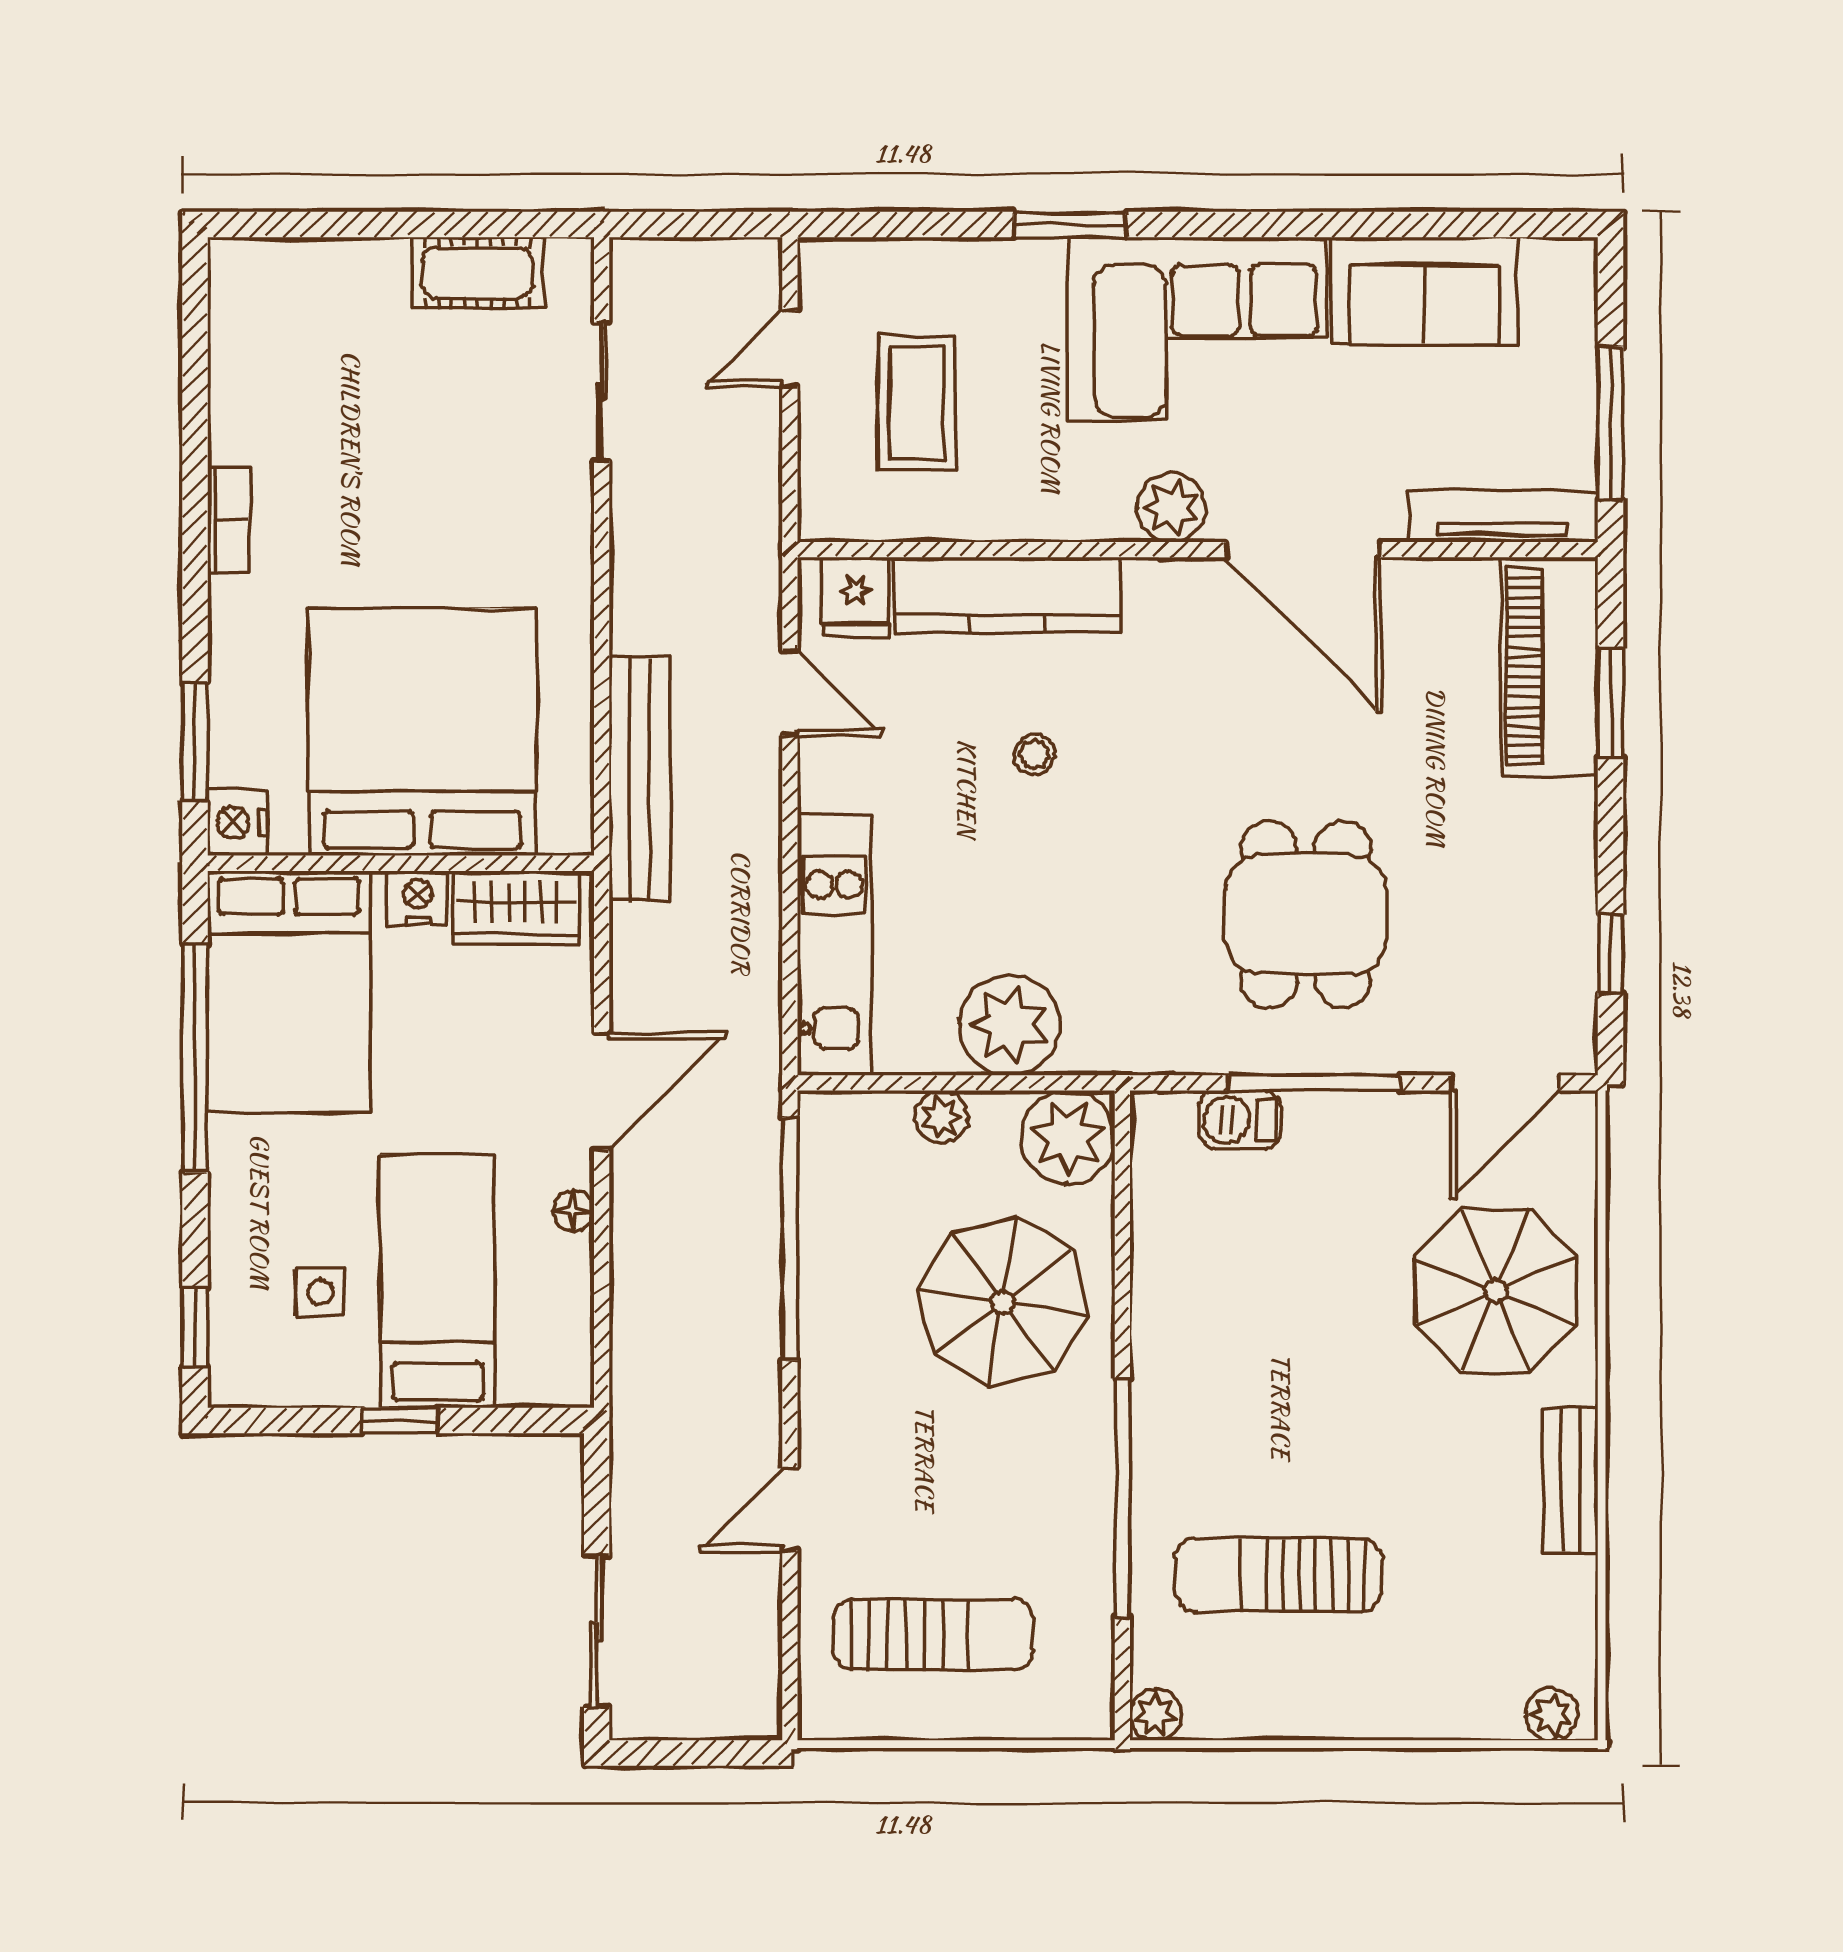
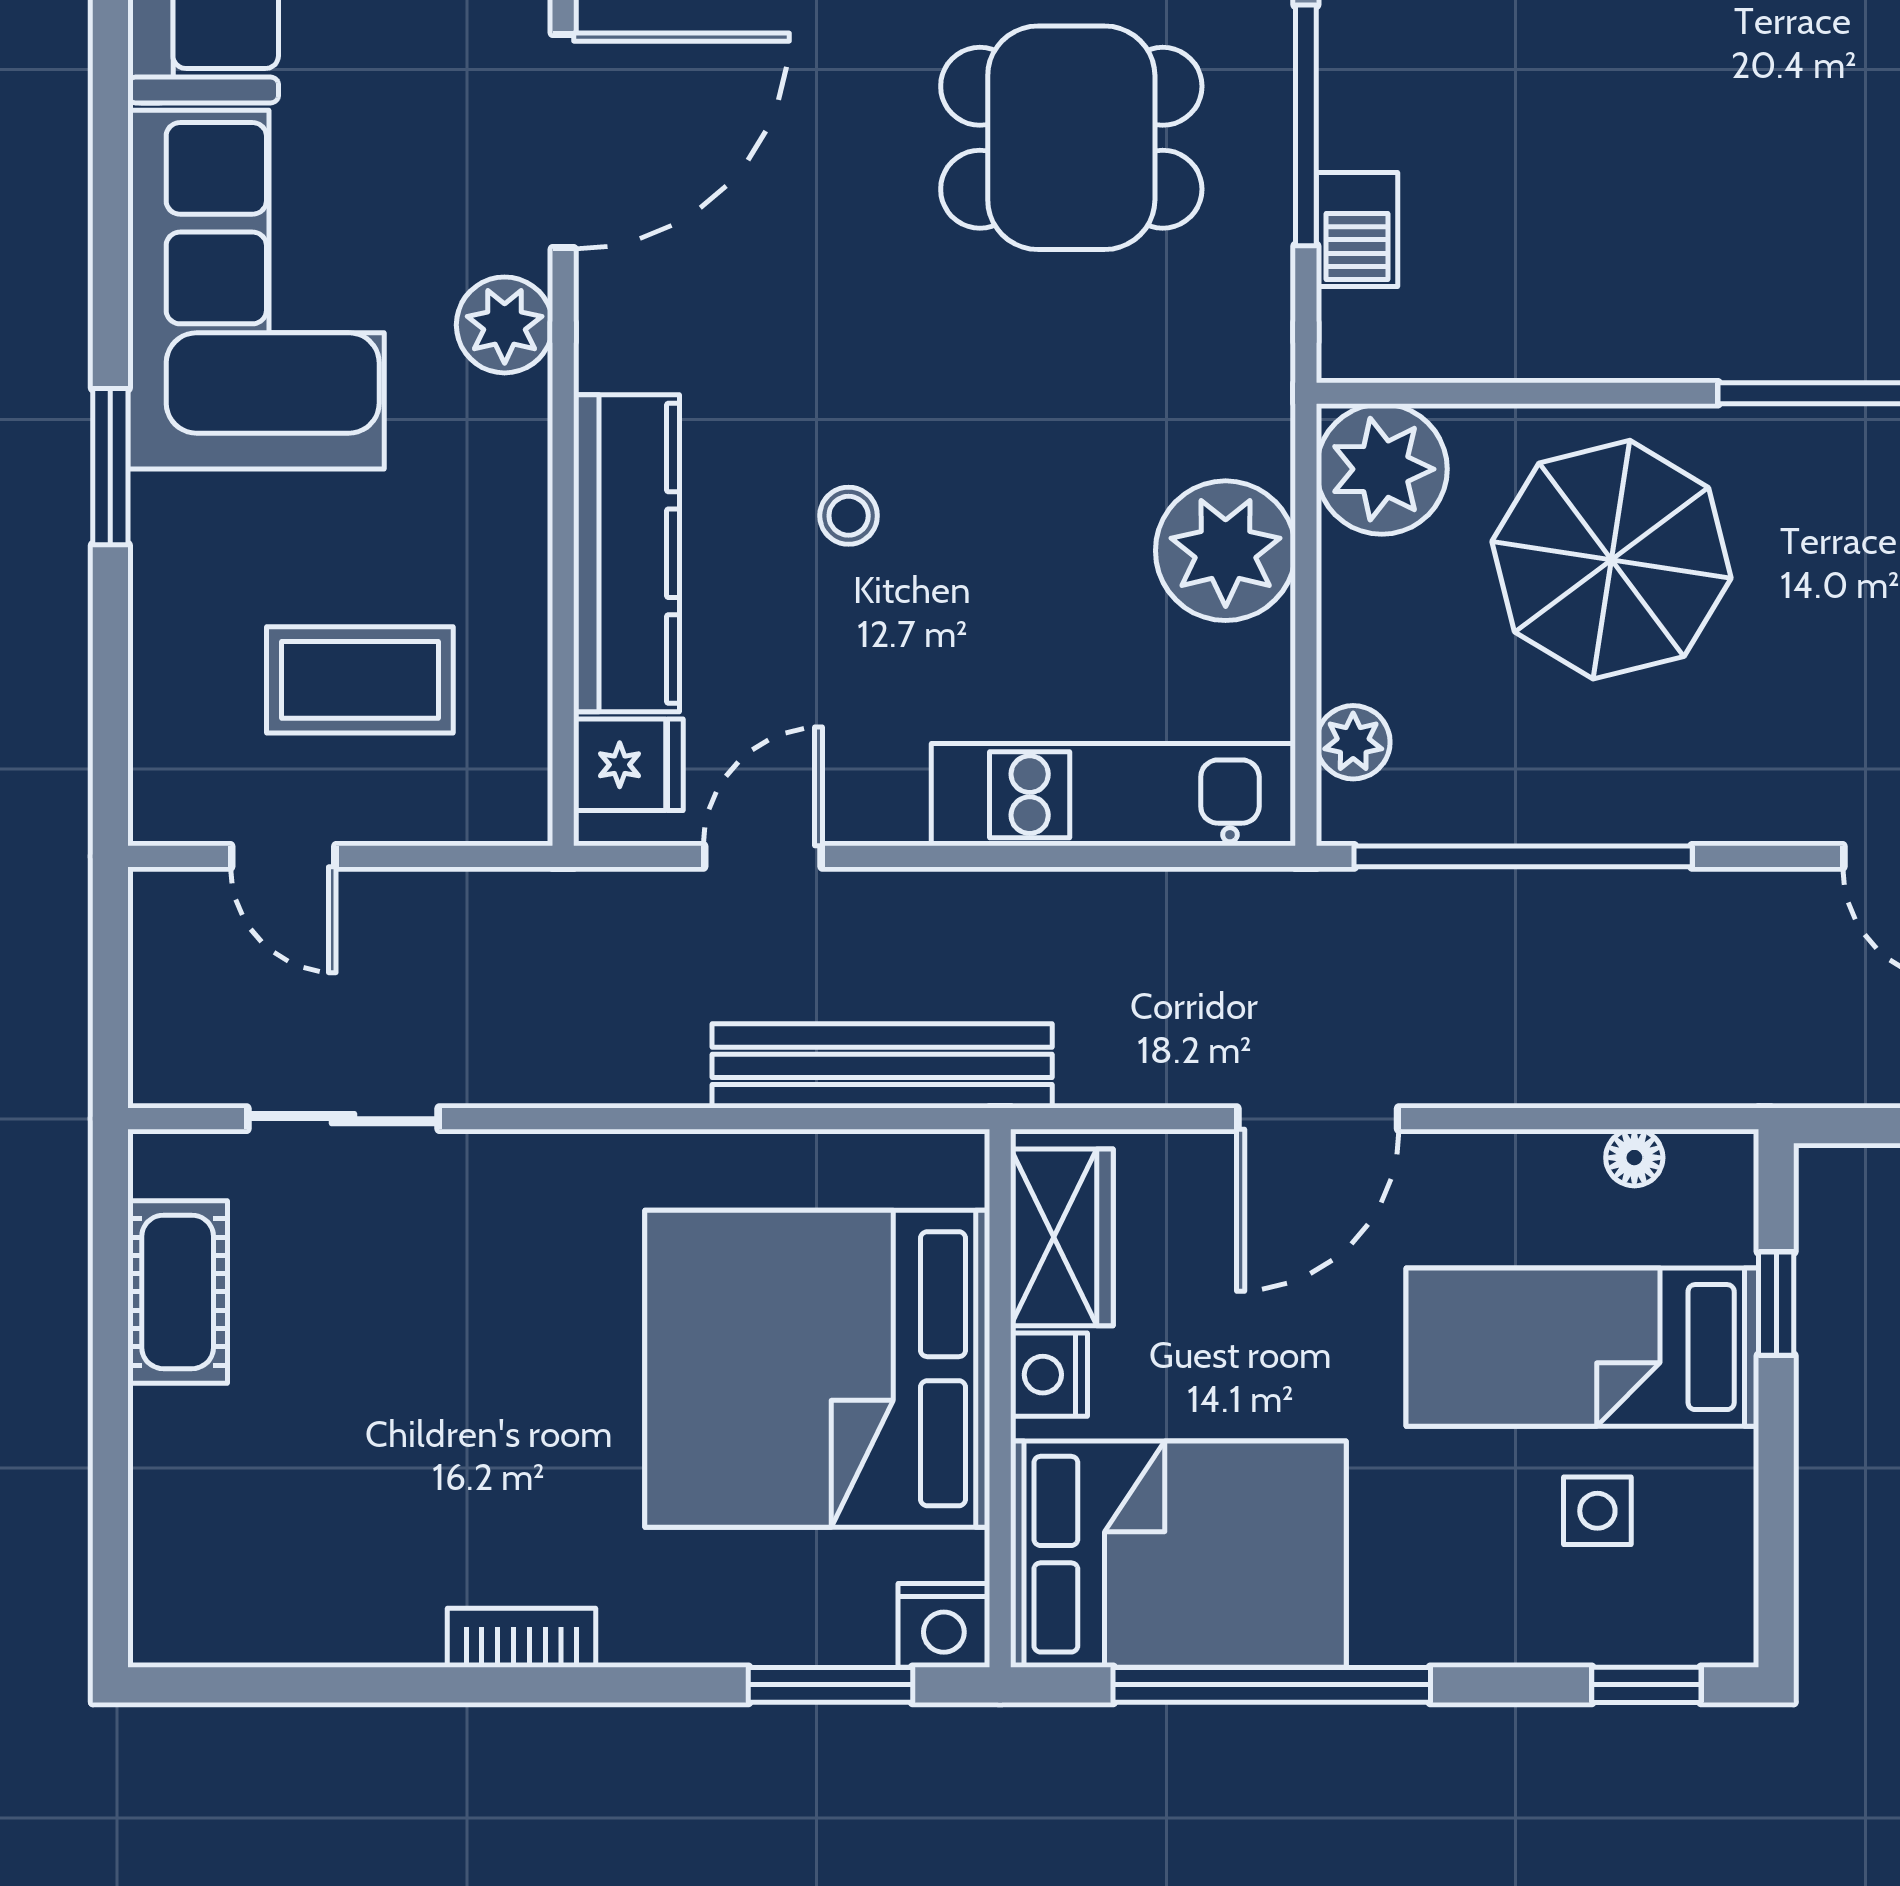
door: (602, 1091) -> (1318, 1119), swing flipped
plant: (941, 1117) -> (1353, 742), moved
floor lamp: (574, 1211) -> (1634, 1158), moved
window: (400, 1420) -> (1776, 1304), moved

